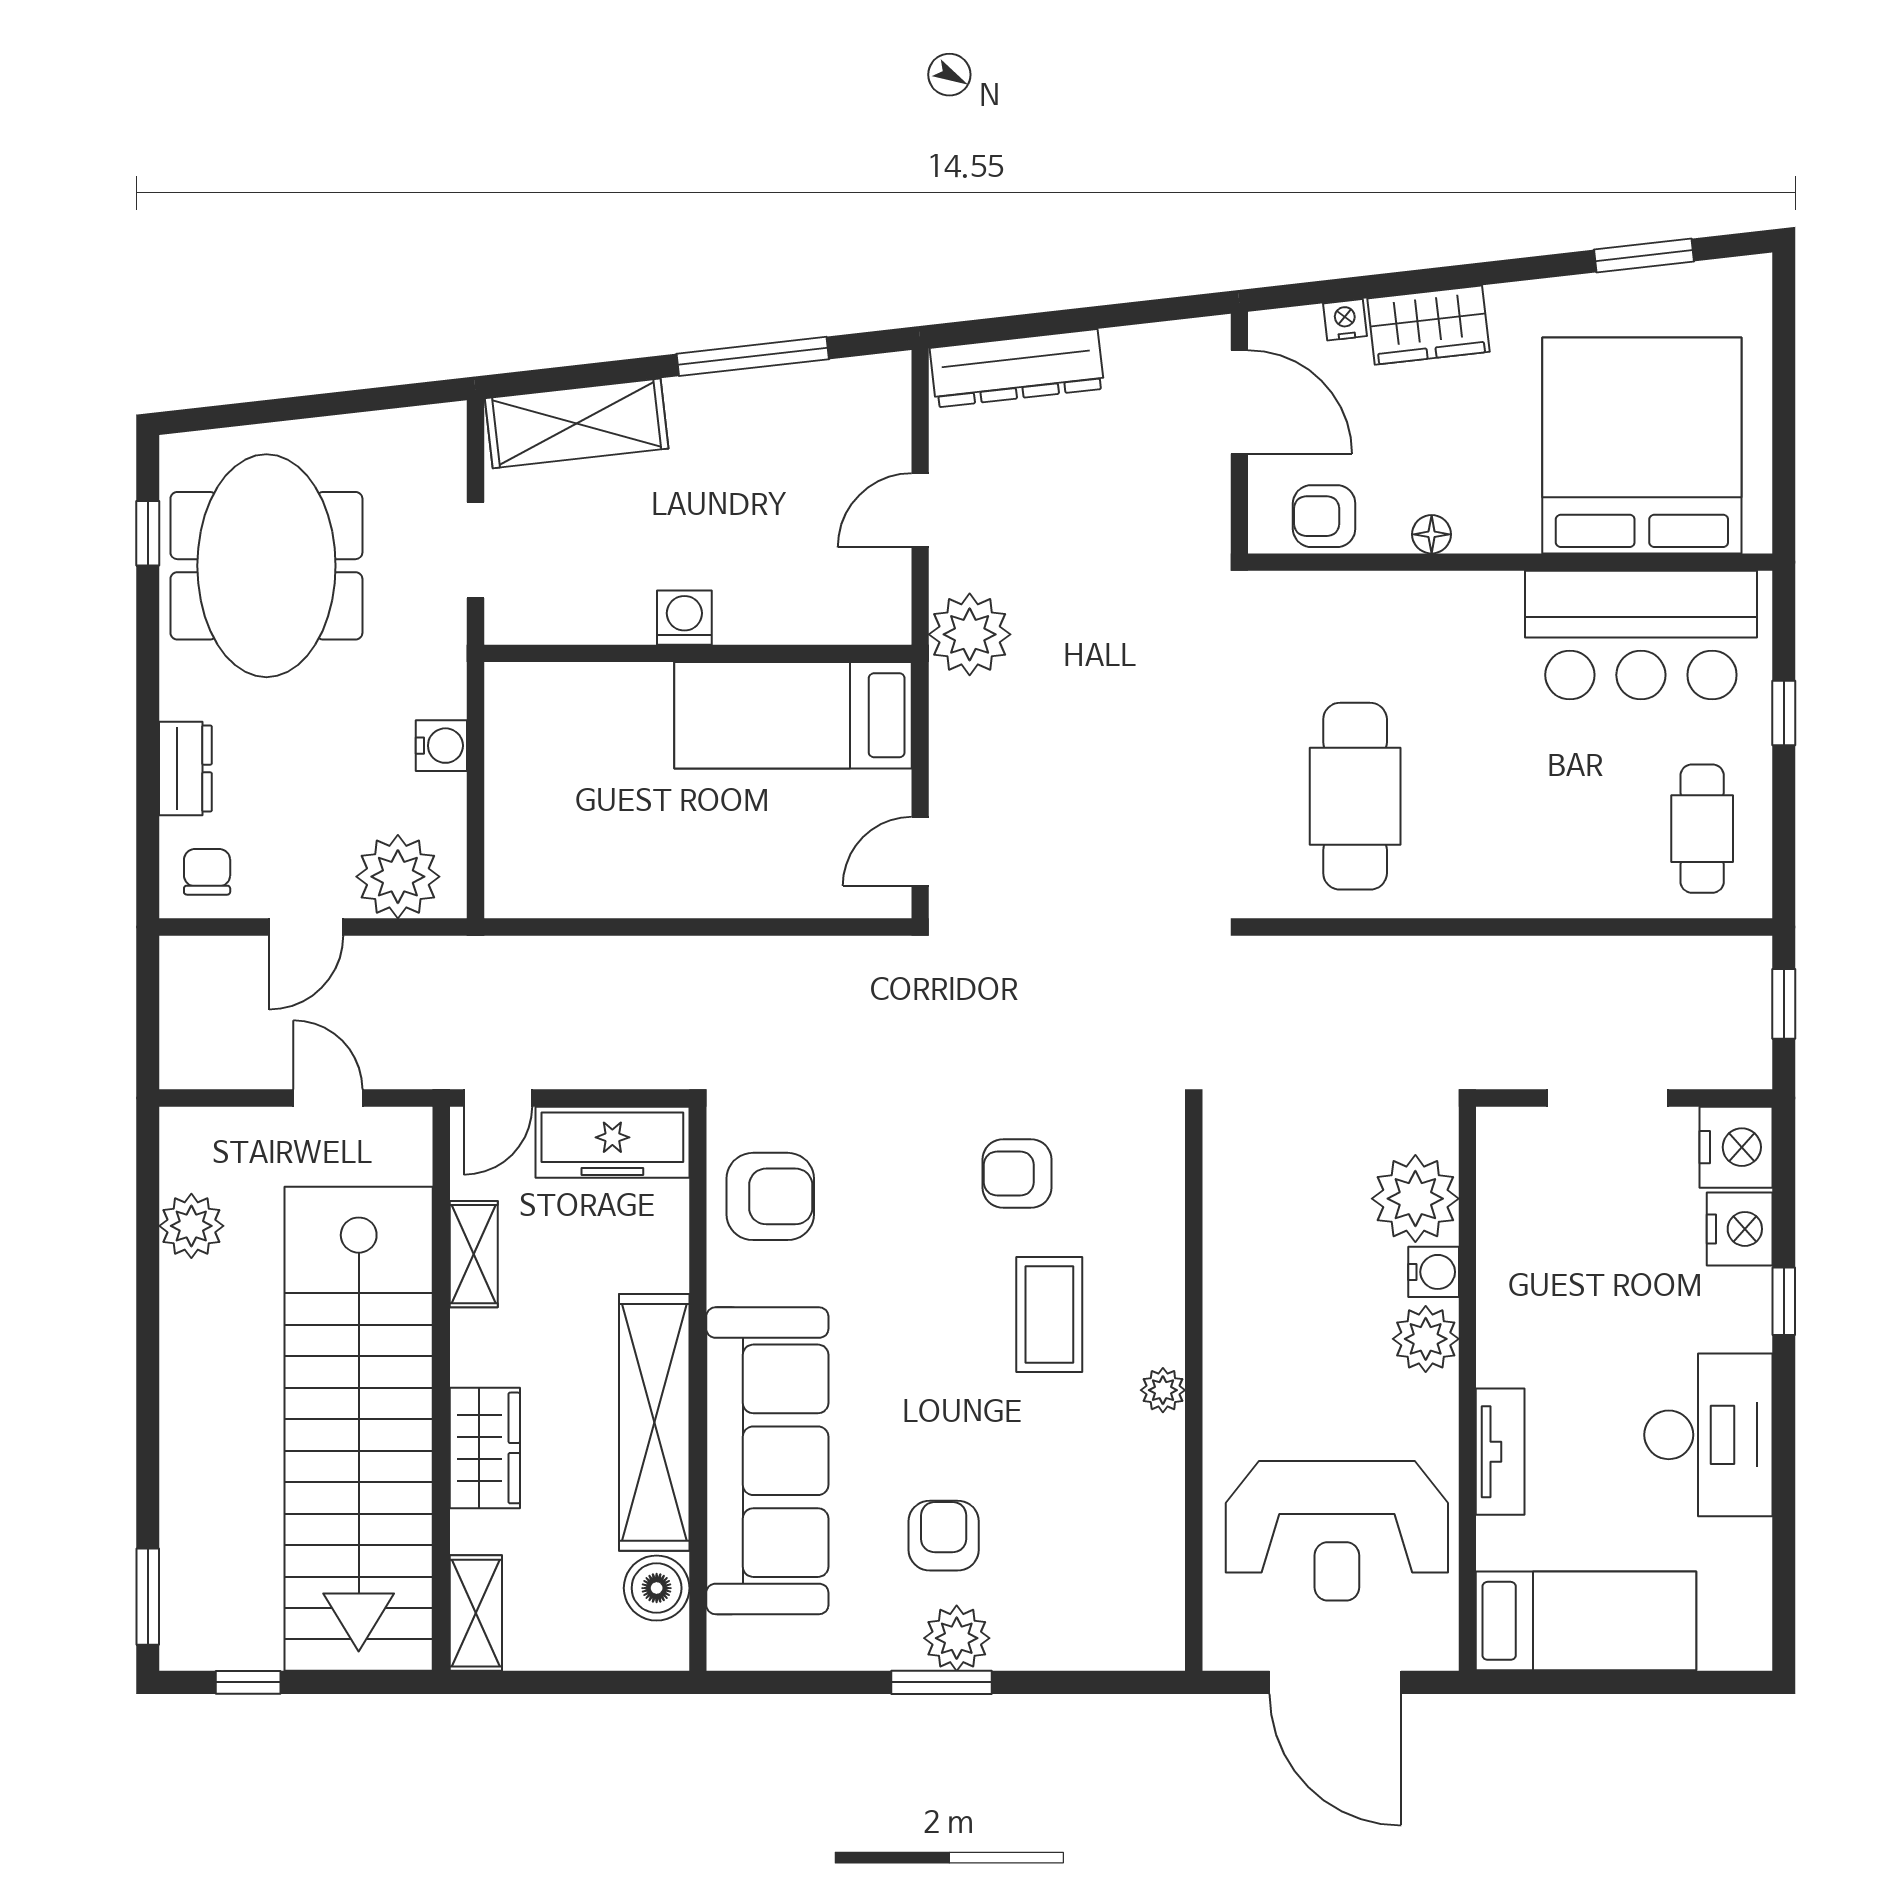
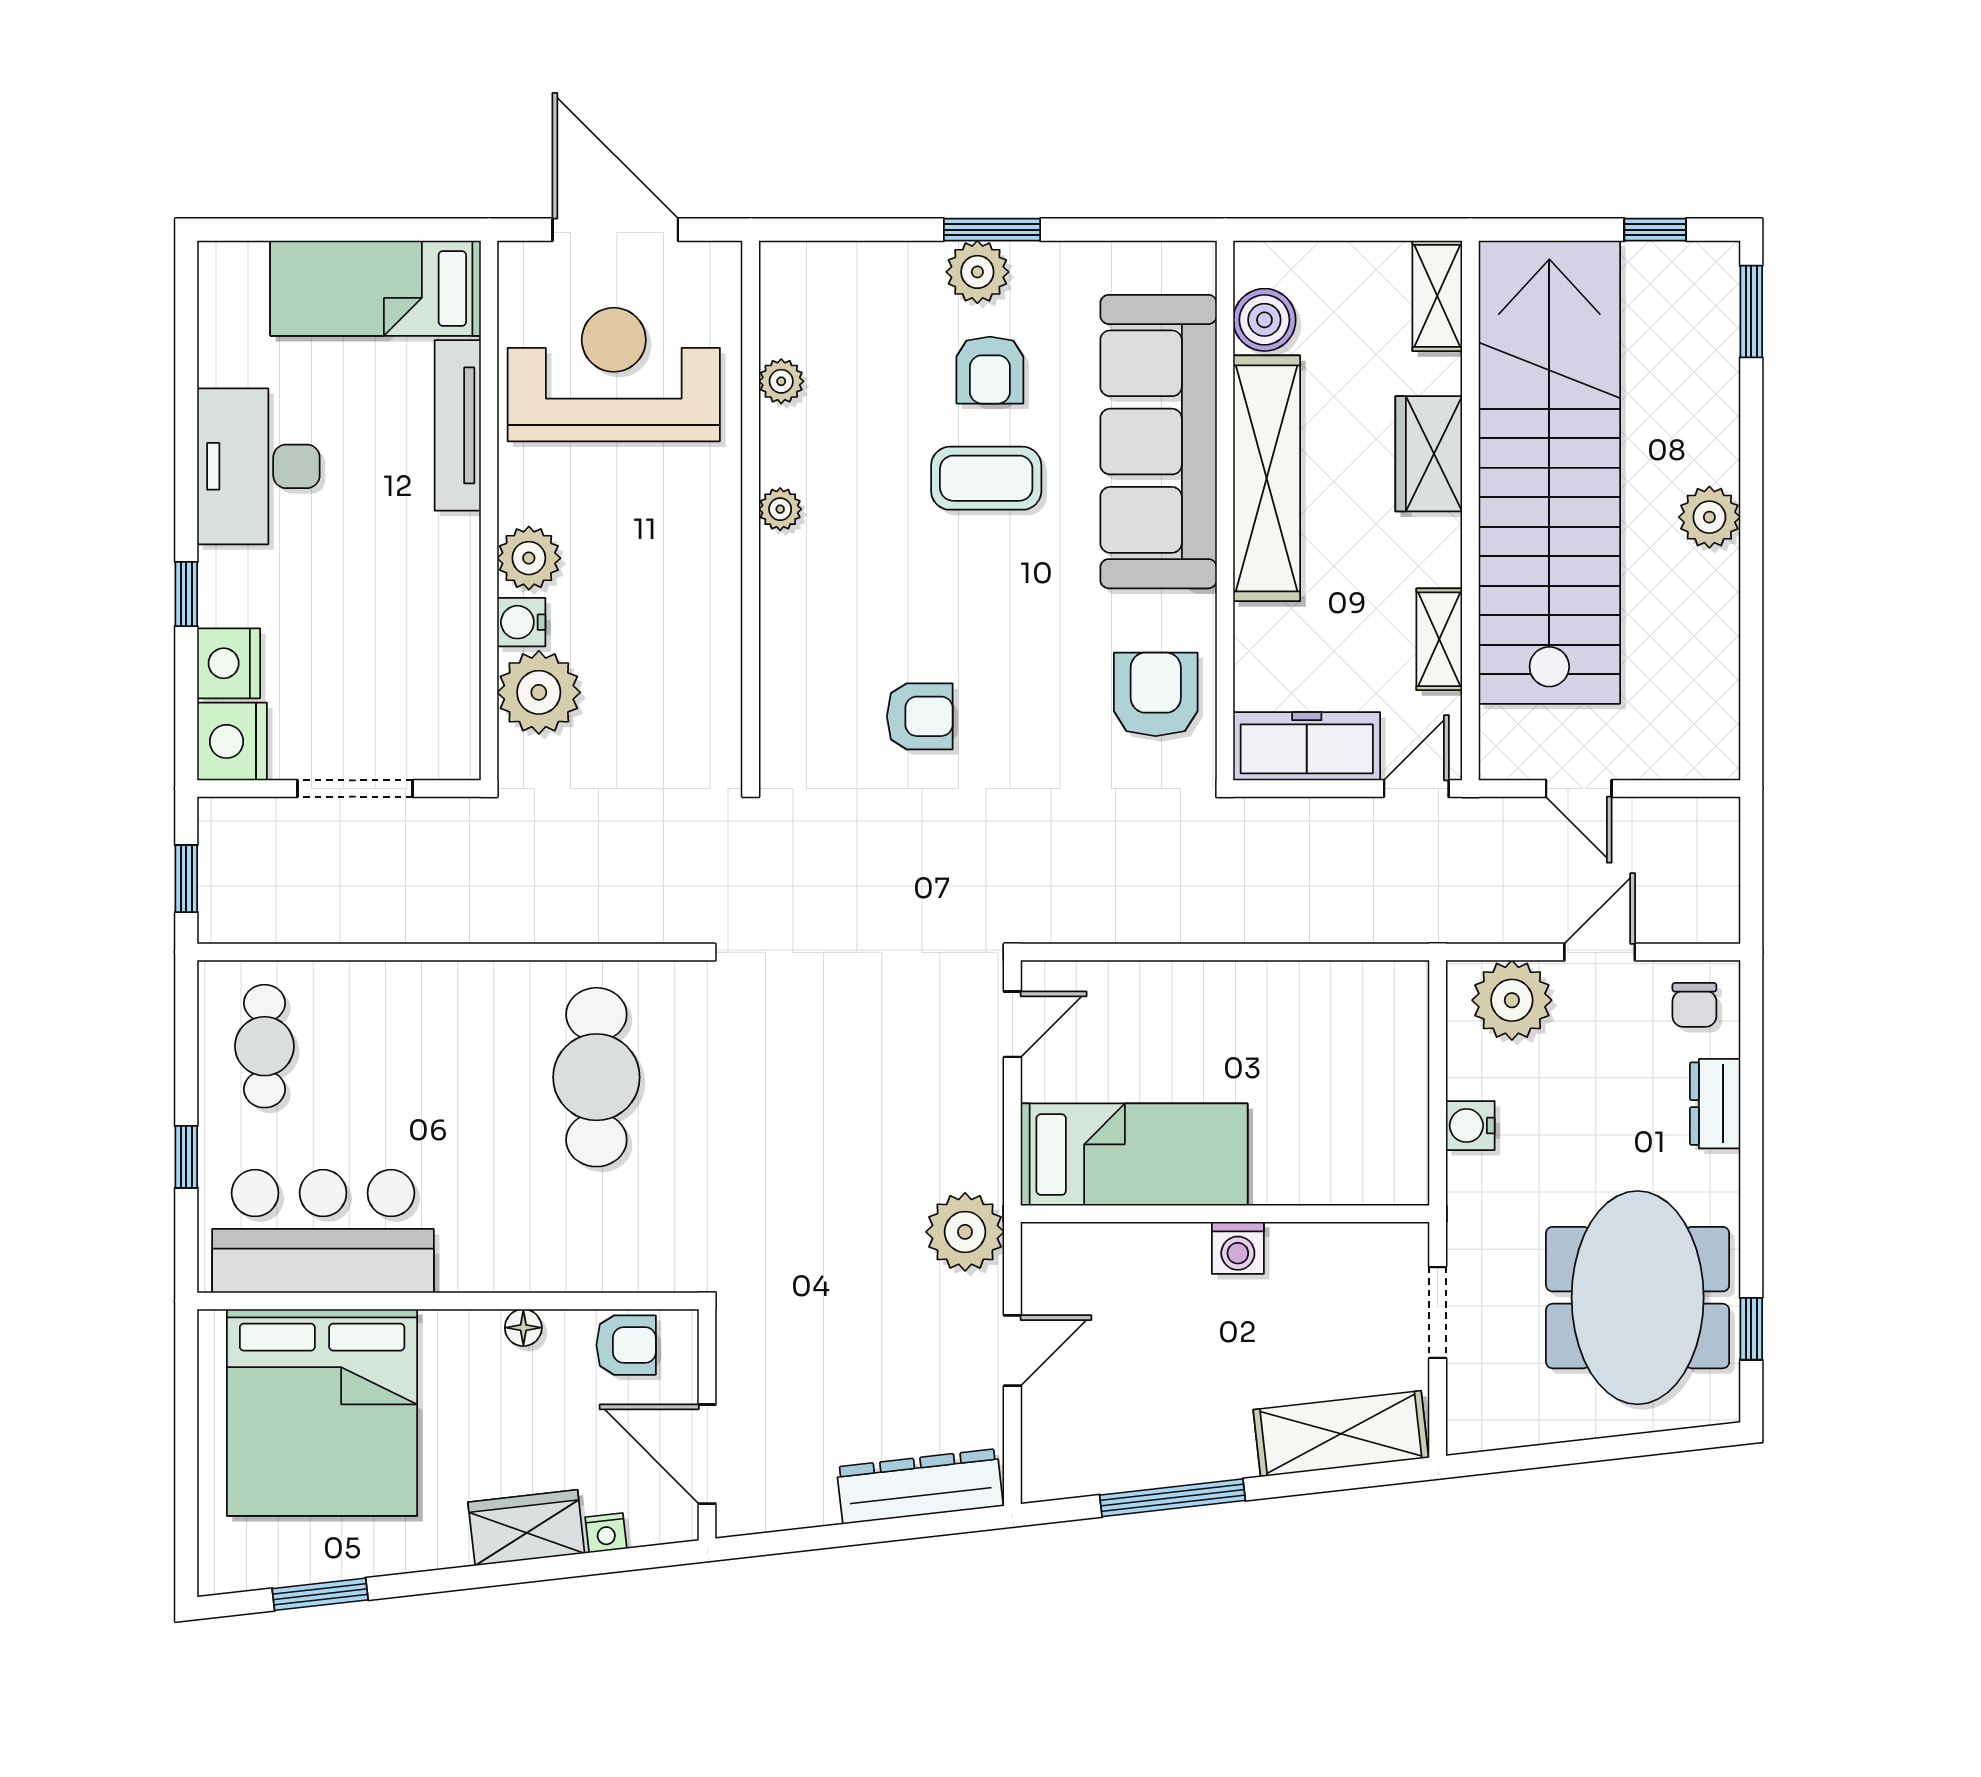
armchair: (770, 1196) -> (1156, 694), turned 90
plant: (191, 1226) -> (1709, 517), moved
coffee table: (1049, 1314) -> (986, 478), moved, turned 90
tv unit: (1500, 1452) -> (458, 425), width x1.41
plant: (1162, 1524) -> (781, 381), added

